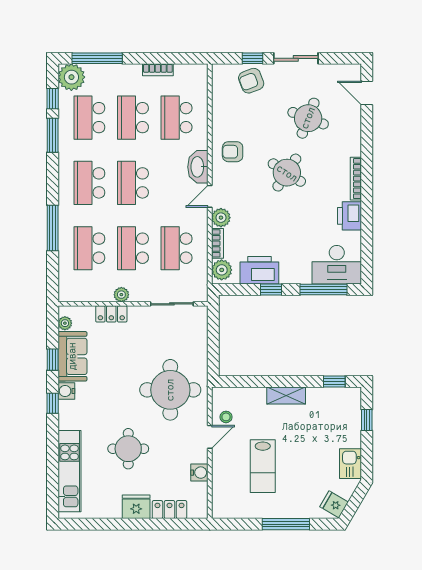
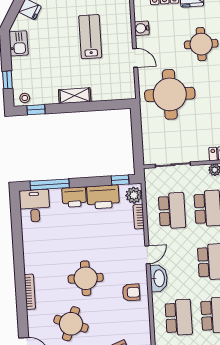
round table: (287, 173) -> (86, 278), turned -33
bookcase: (356, 179) -> (30, 292), moved
printer: (350, 216) -> (74, 197), moved, turned 90
plant: (221, 218) -> (137, 238), removed
desk: (337, 265) -> (35, 206), width x0.73
window: (271, 289) -> (120, 180), moved
stool: (226, 417) -> (25, 98), moved
door: (210, 437) -> (135, 58), swing flipped

